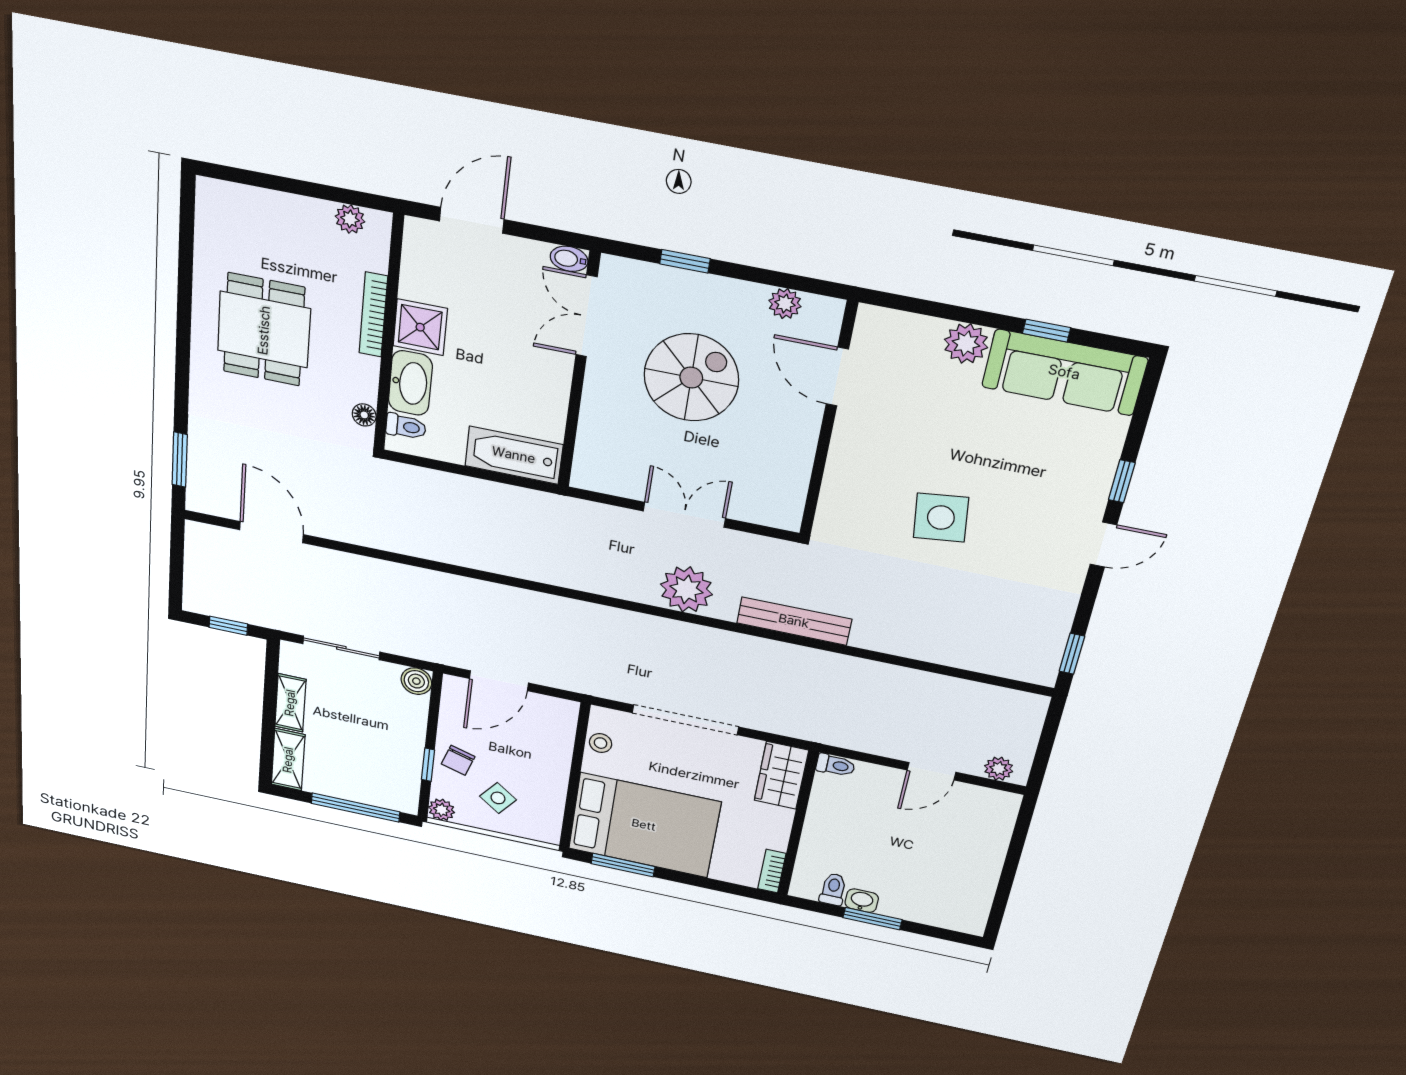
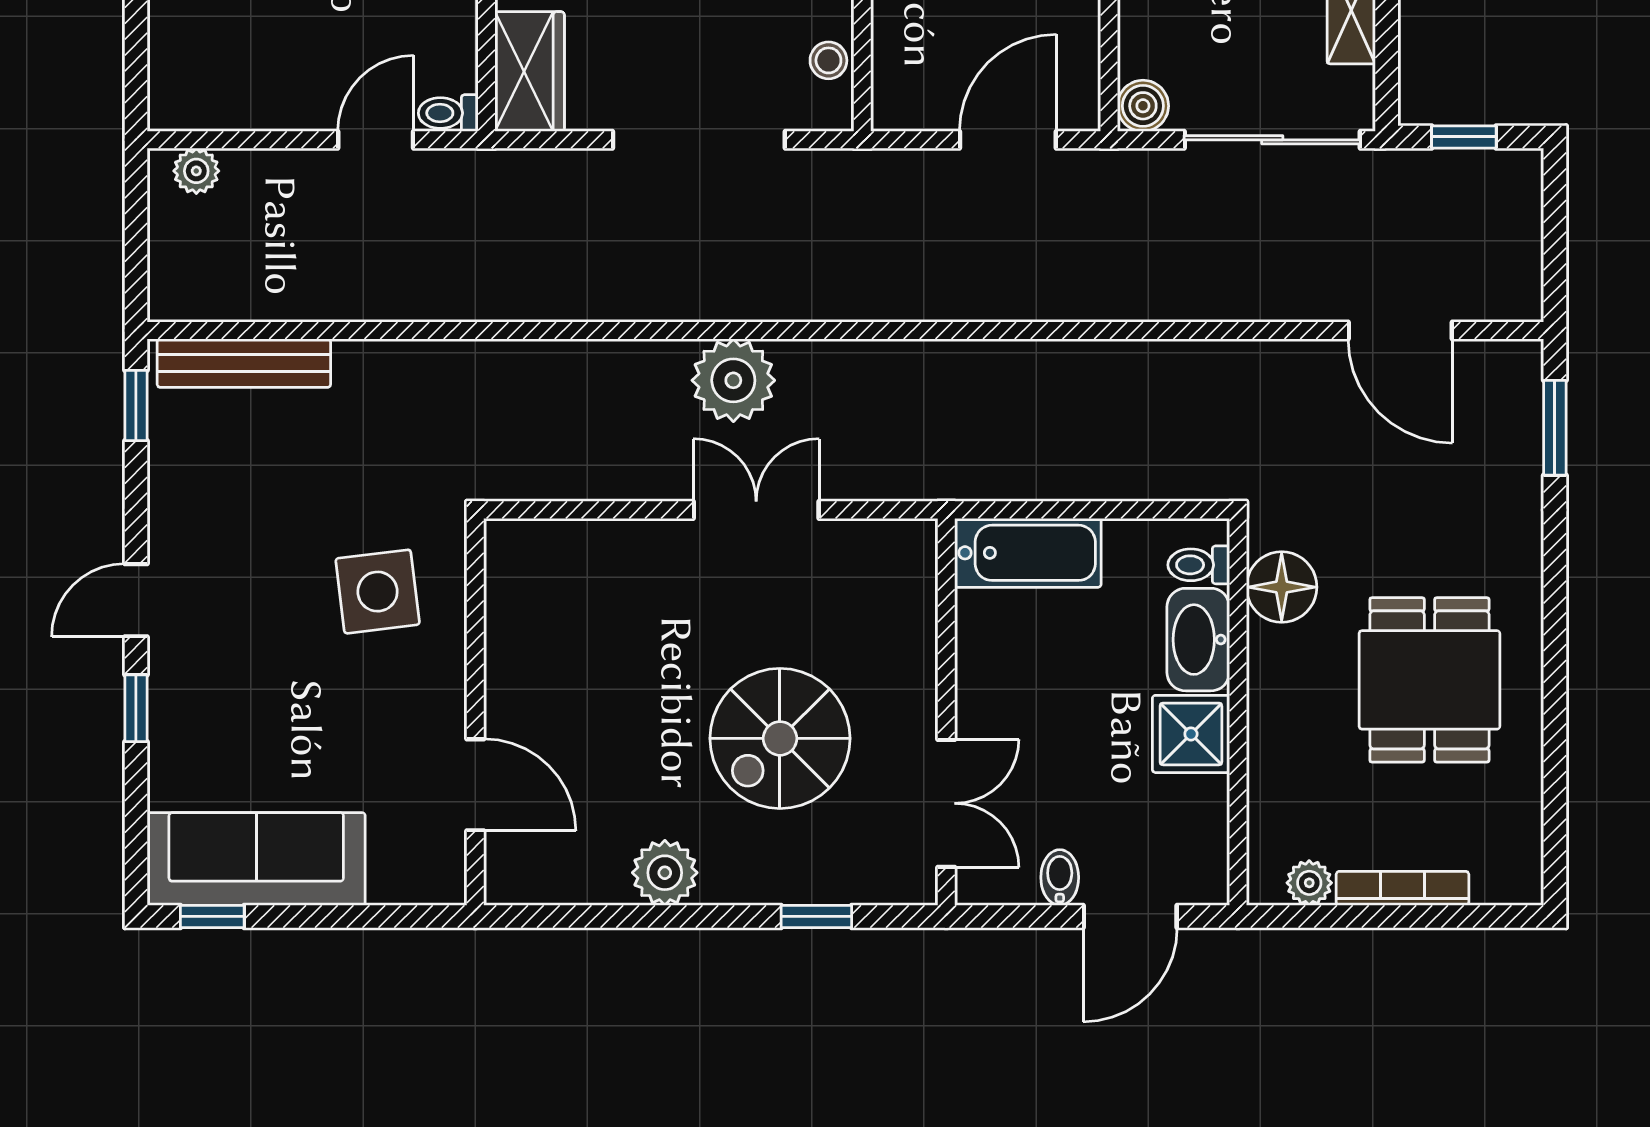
bidet: (569, 259) -> (1060, 877), moved, turned -90
plant: (785, 304) -> (665, 873), width x1.38, depth x1.38
bookcase: (373, 315) -> (1402, 888), moved, turned -90
window: (1047, 331) -> (212, 916), moved
plant: (966, 343) -> (401, 874), removed
door: (837, 377) -> (475, 785), moved
floor lamp: (364, 415) -> (1282, 587), width x1.89, depth x1.89
wall: (828, 421) -> (475, 712), moved
double door: (684, 515) -> (756, 510), swing flipped
bench: (794, 621) -> (244, 363), moved
sliding door: (341, 648) -> (1272, 140), width x1.37
door: (931, 771) -> (376, 140), moved

